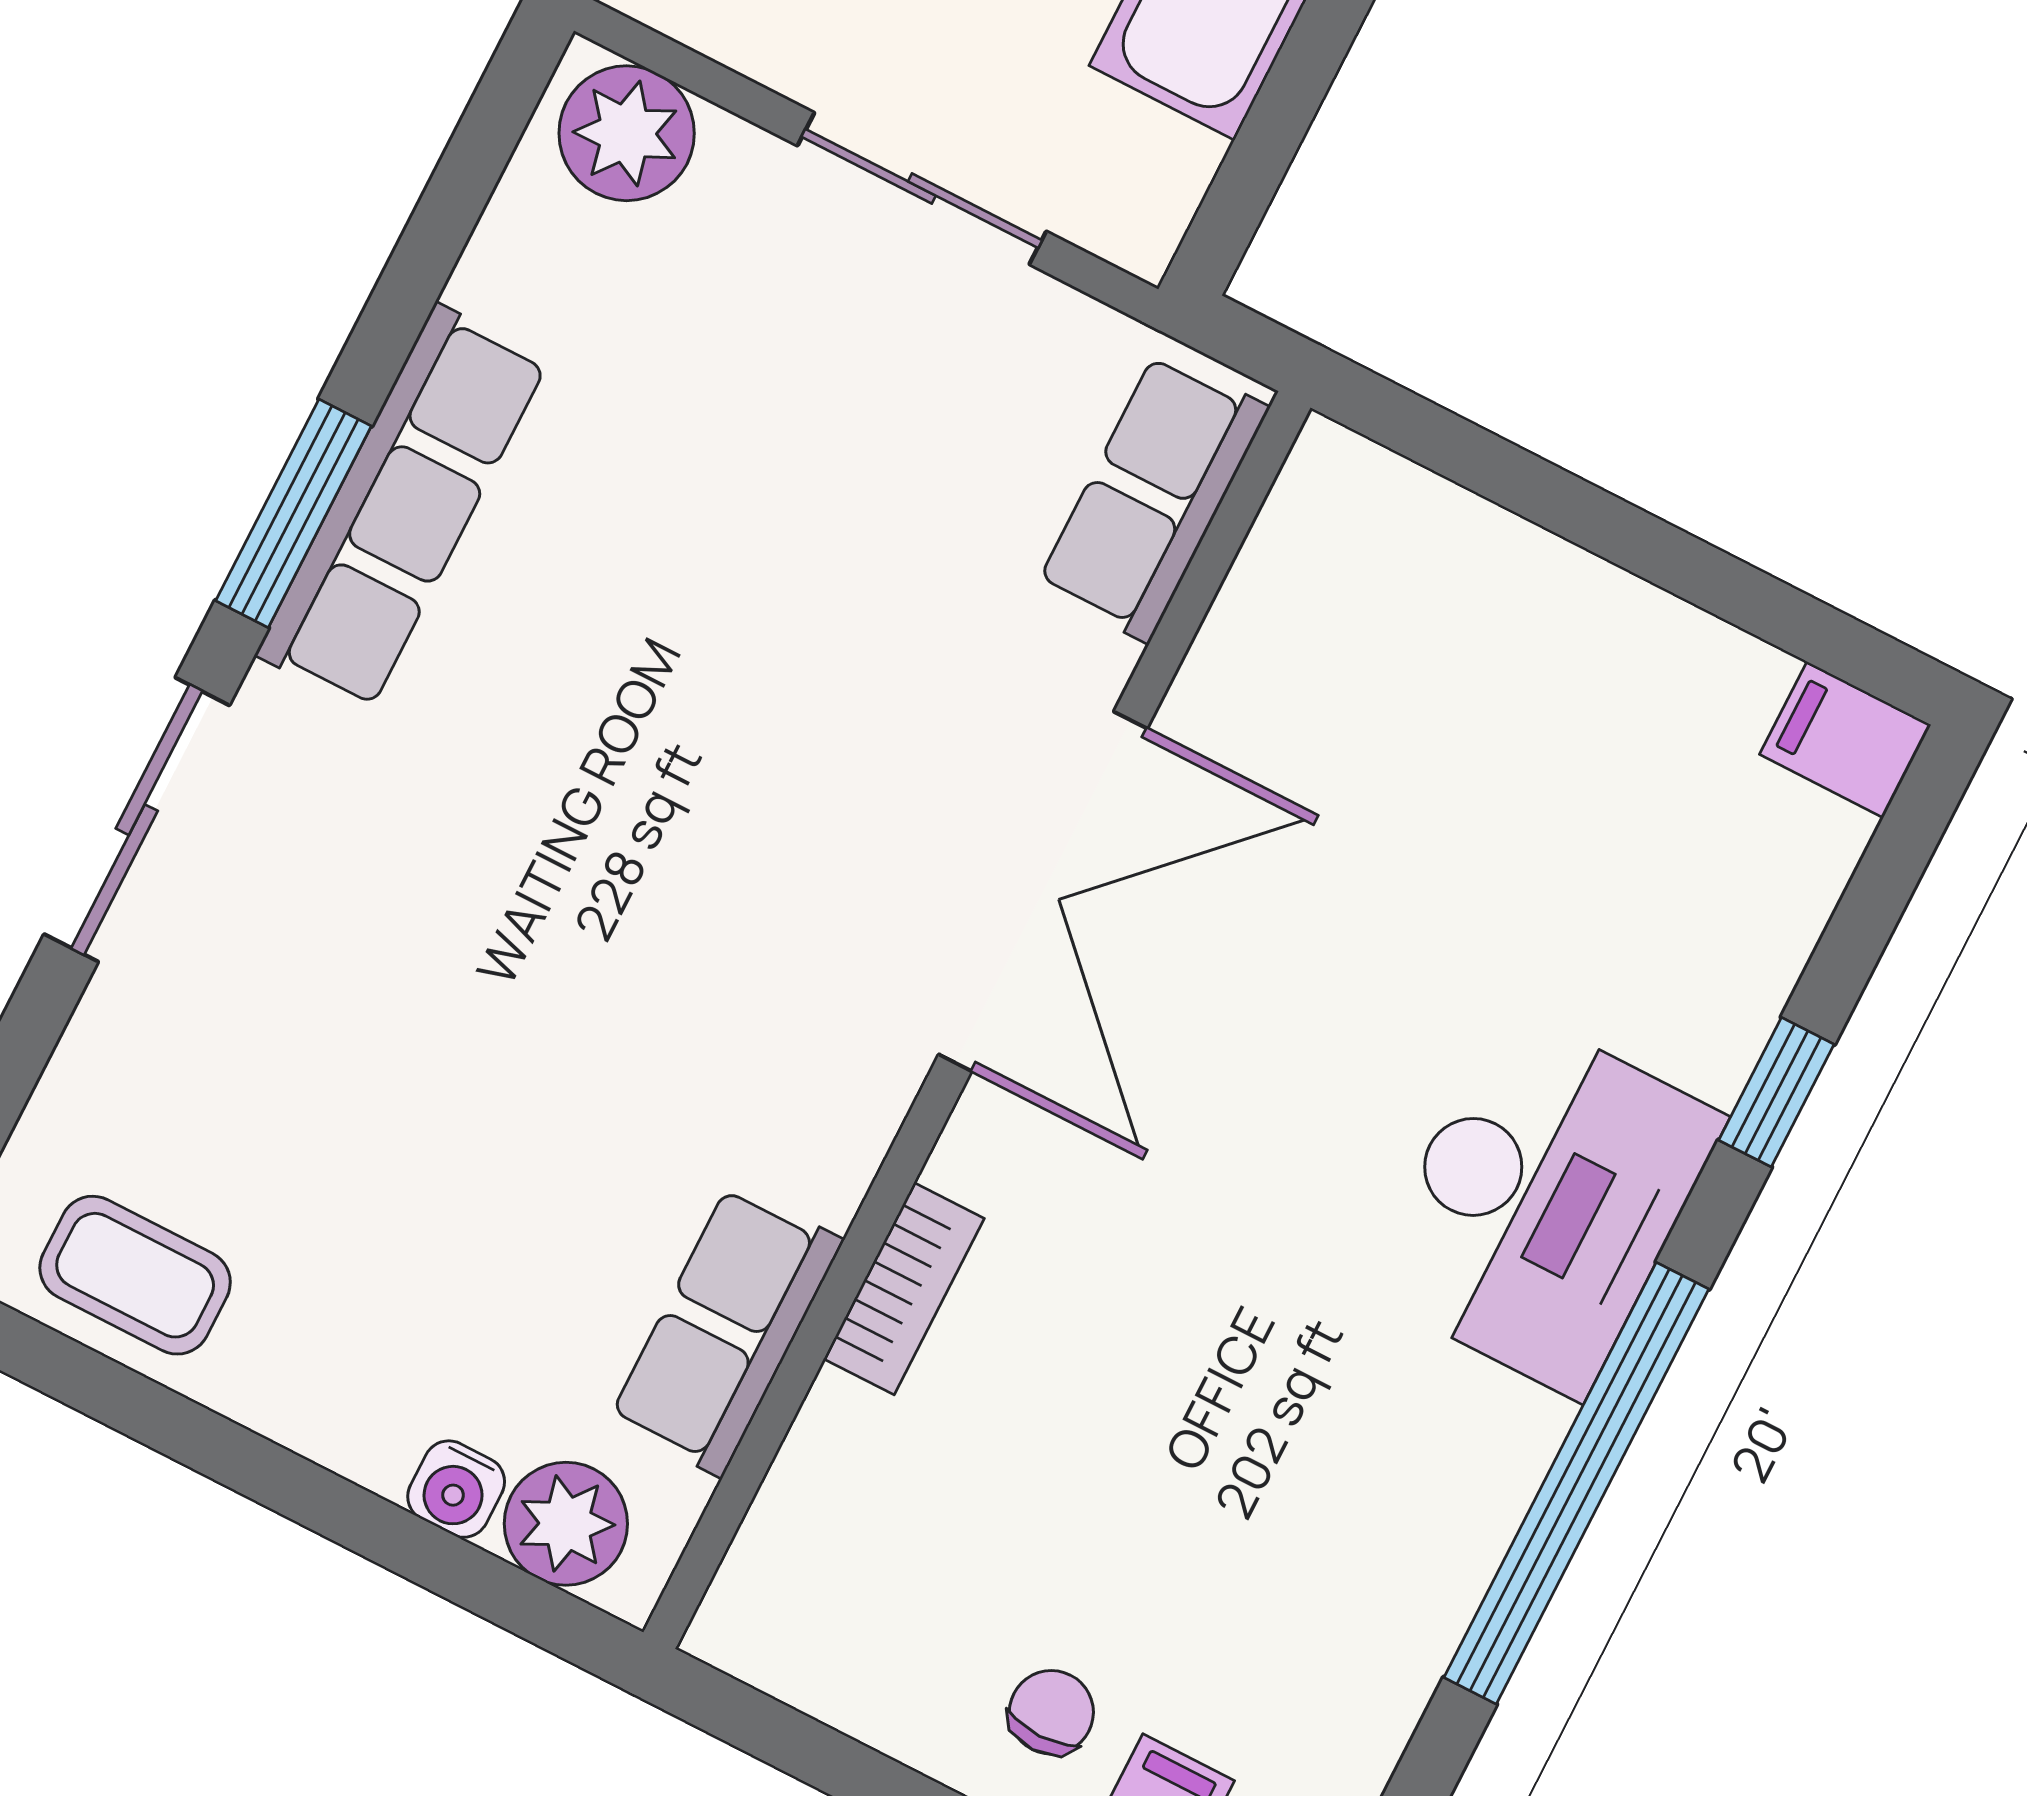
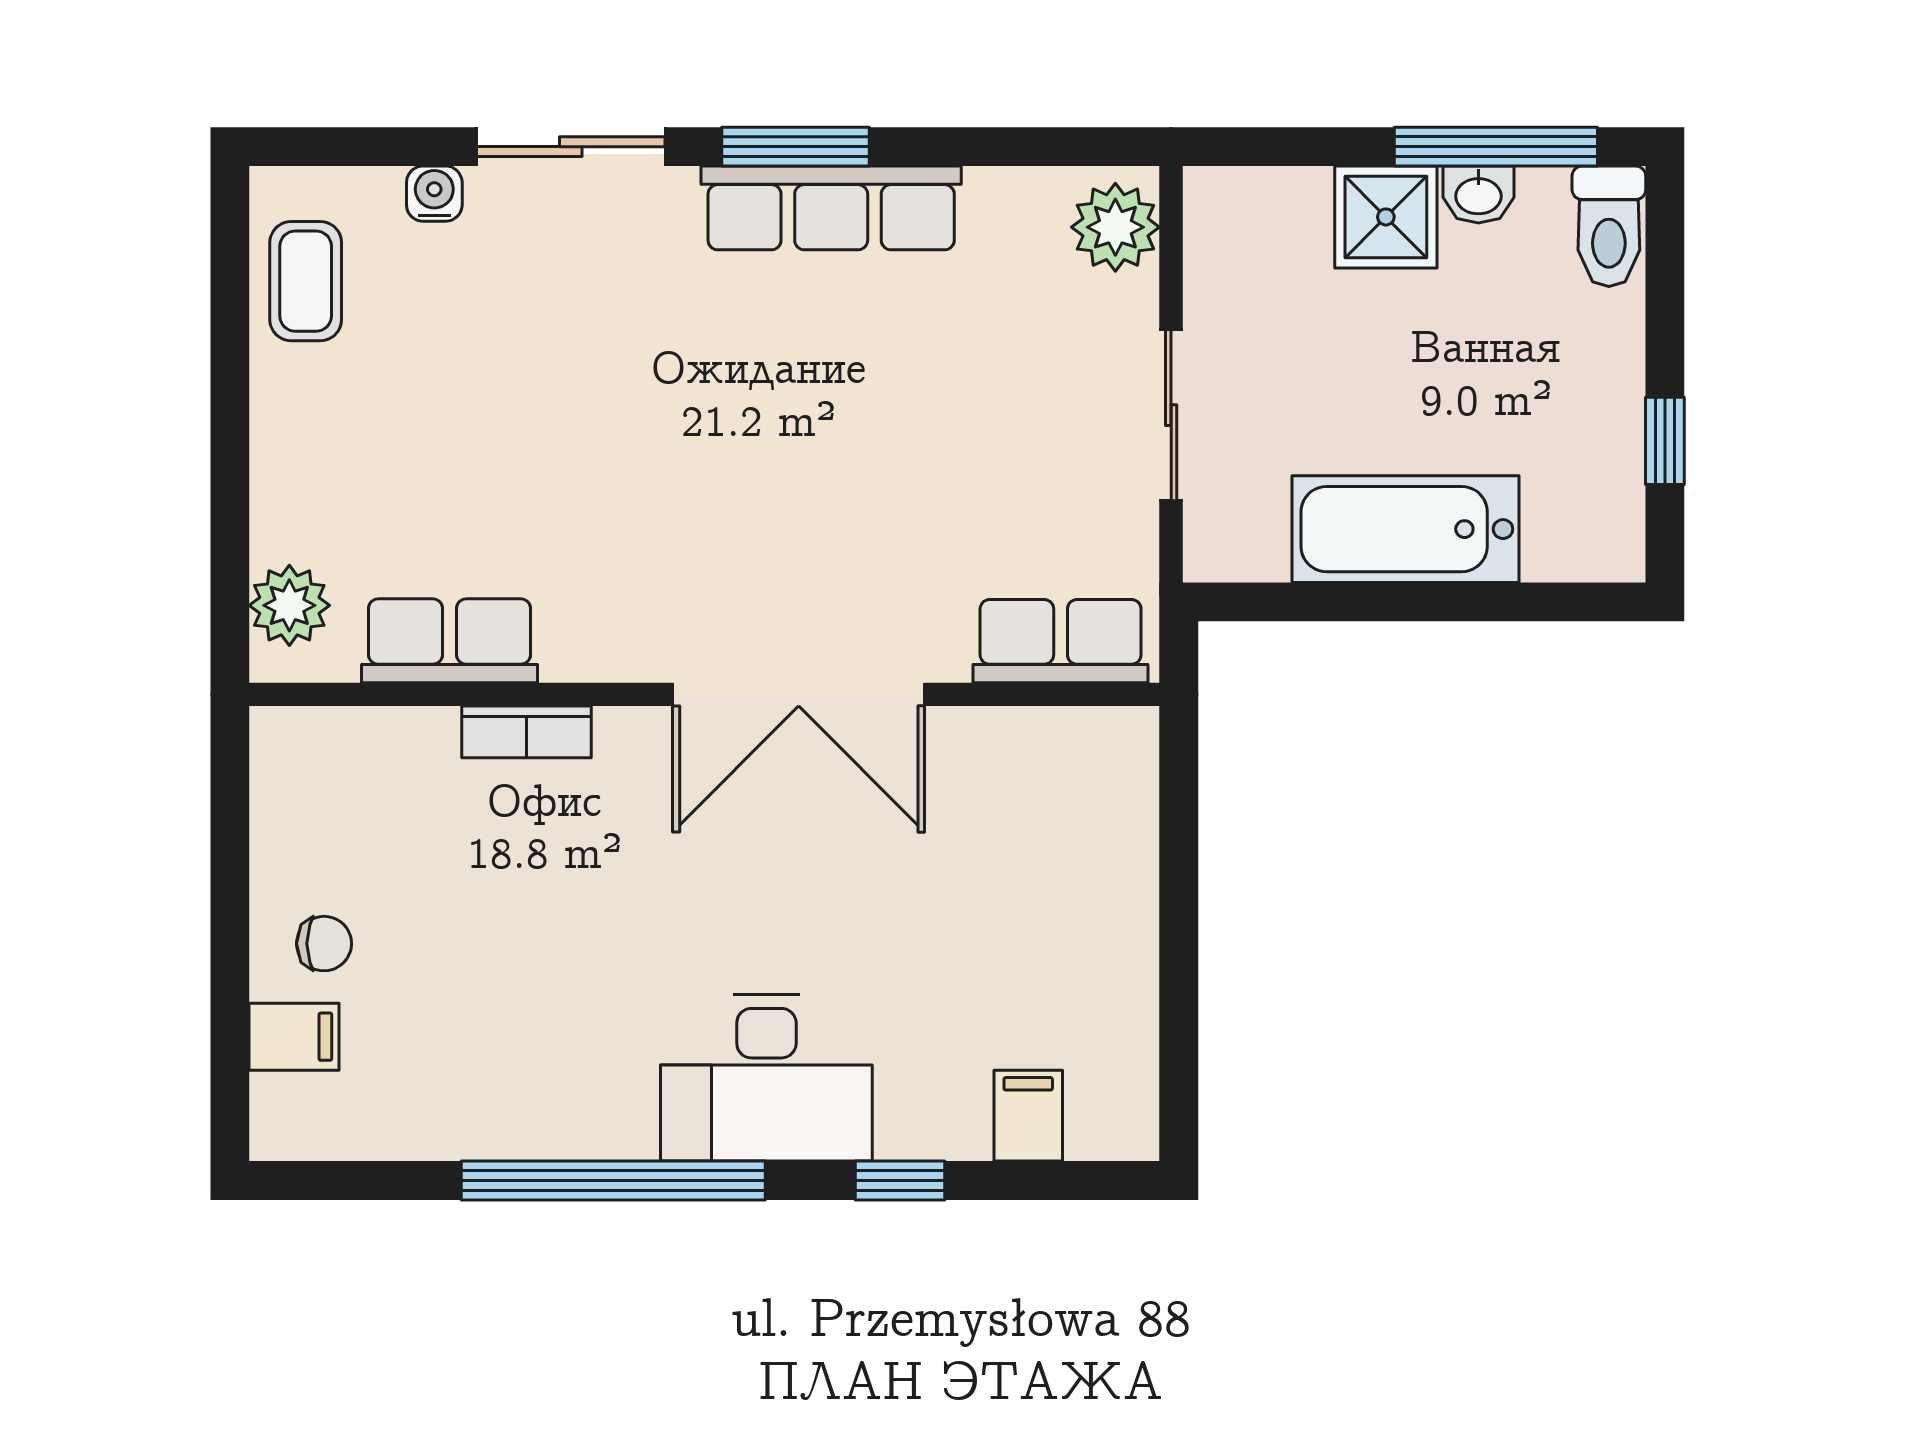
filing cabinet: (1845, 740) -> (1028, 1116), moved
water cooler: (456, 1489) -> (434, 194), moved, turned 90

